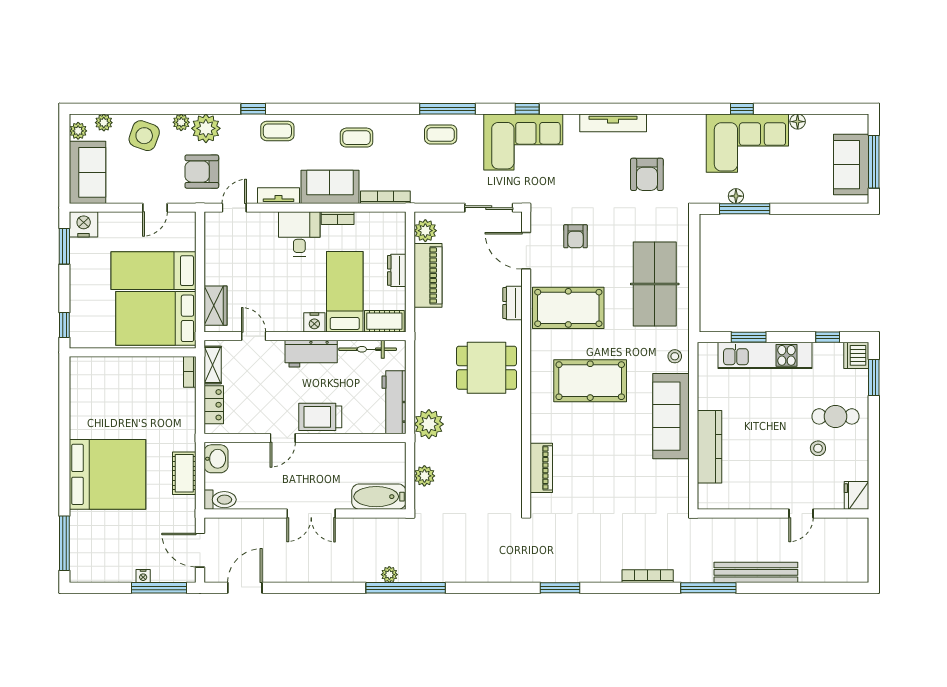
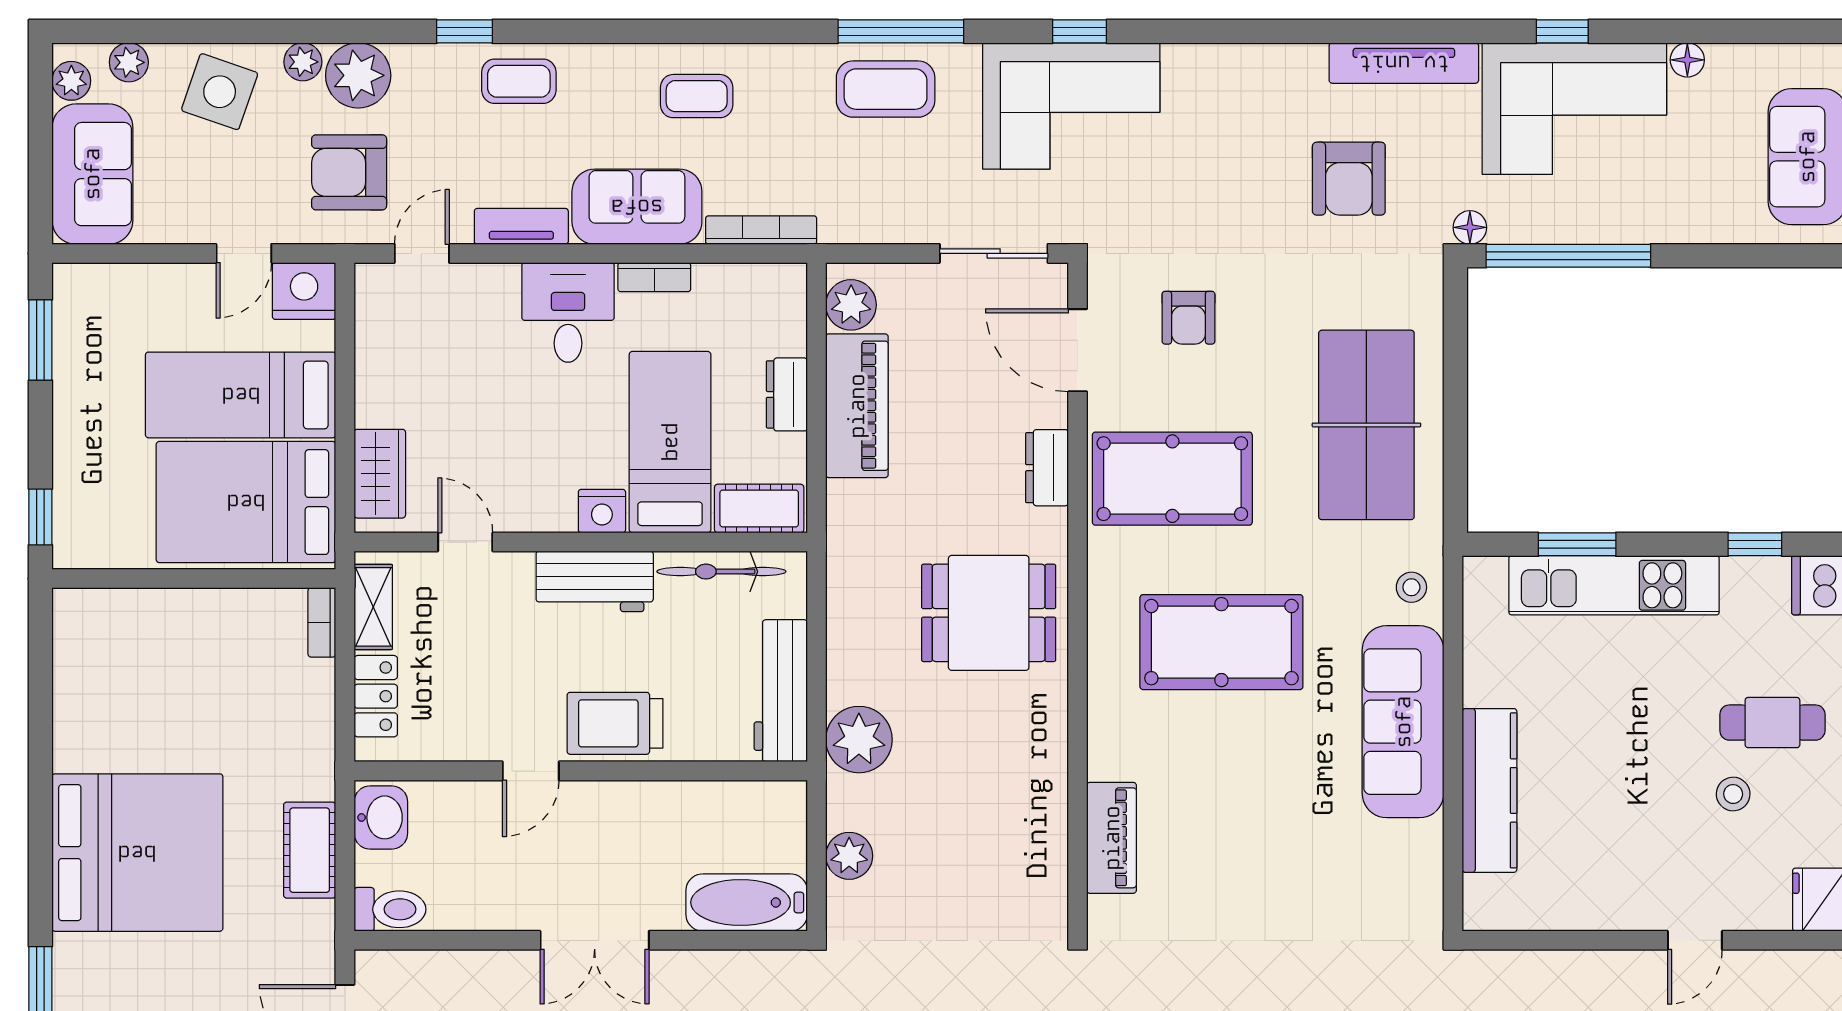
tv unit: (613, 123) -> (1404, 63), moved
coffee table: (441, 134) -> (886, 89), width x1.36, depth x1.30
floor lamp: (736, 196) -> (1470, 227), moved
window: (745, 209) -> (1568, 256), width x1.46
nightstand: (84, 224) -> (304, 291), moved

